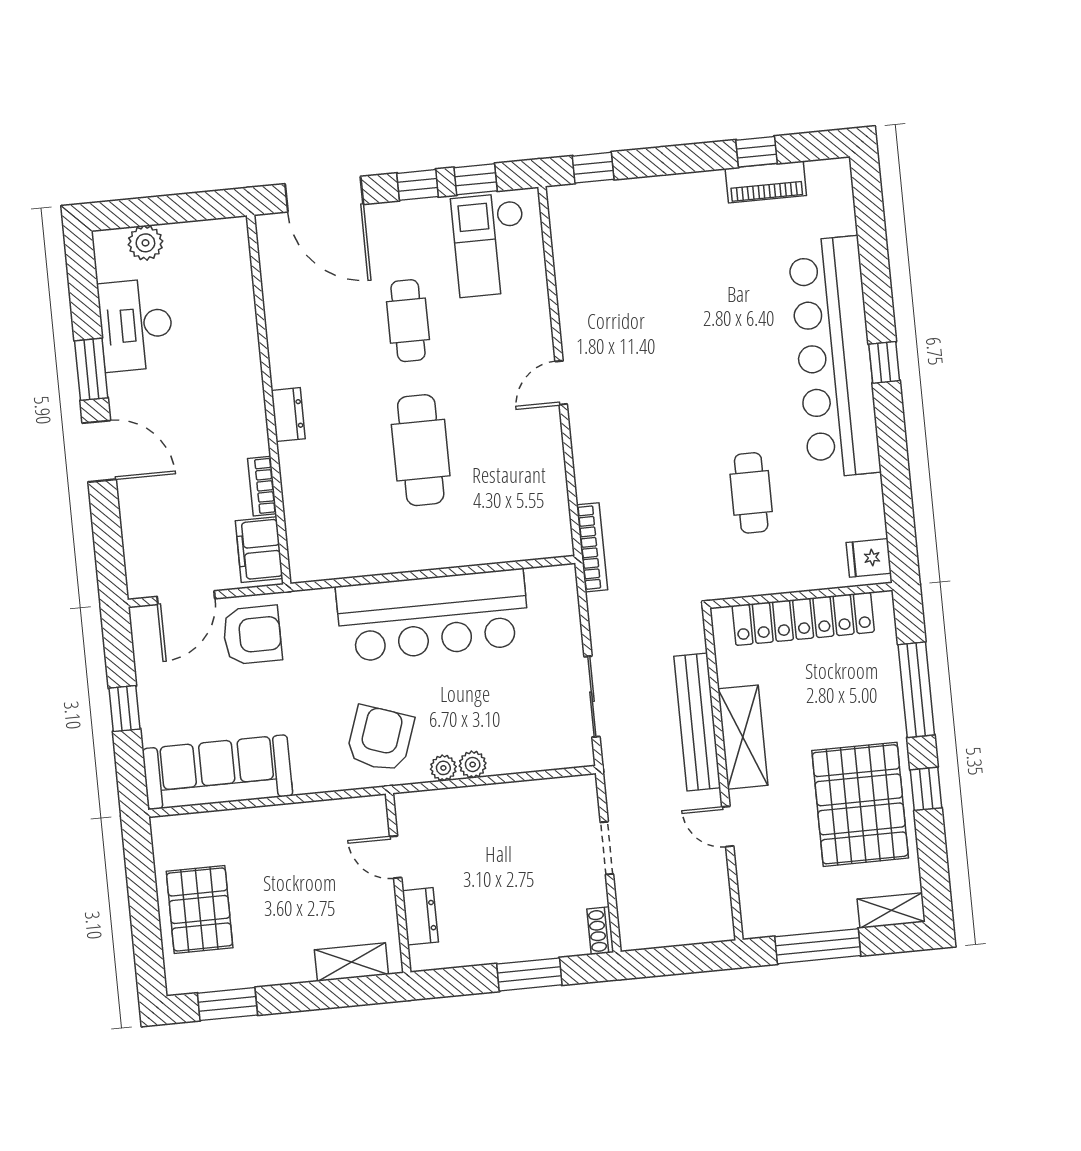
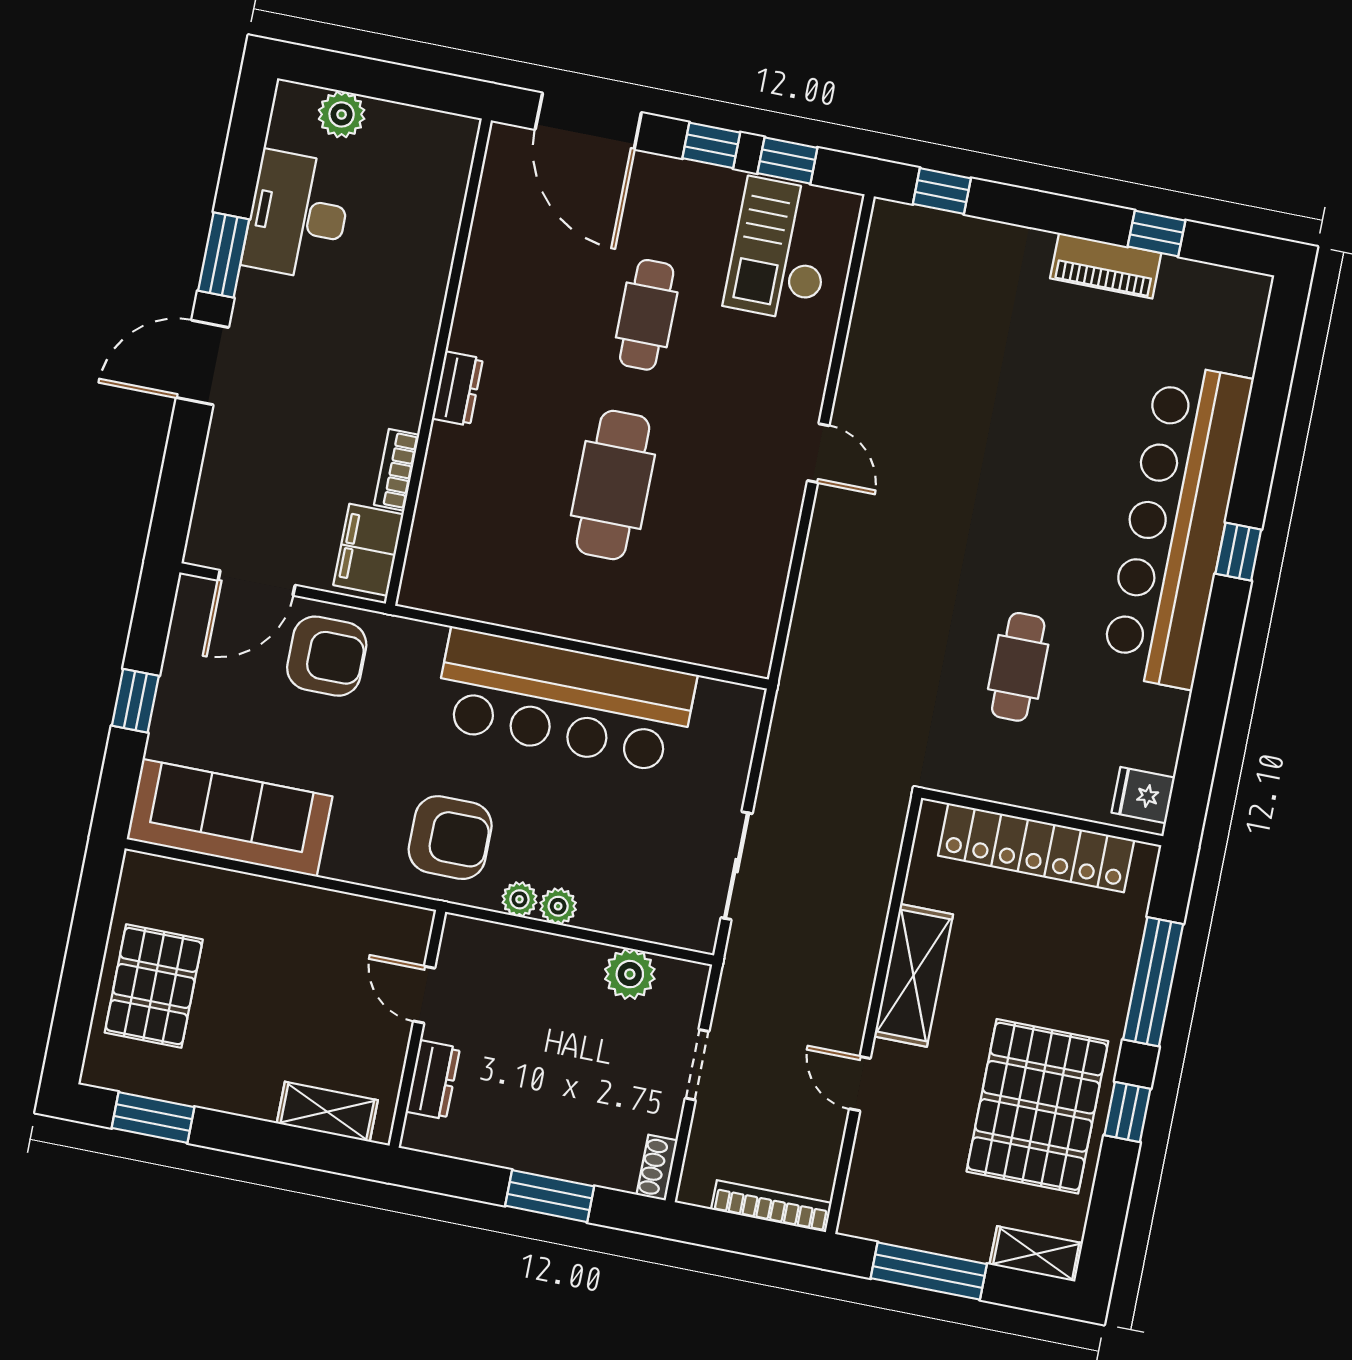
piano: (766, 182) -> (1106, 266), moved
door: (561, 383) -> (818, 453), swing flipped
door: (99, 451) -> (202, 362), swing flipped
bookcase: (592, 547) -> (771, 1206), moved, turned -90
bench: (697, 722) -> (861, 939), removed
armchair: (380, 739) -> (450, 838), turned 71
plant: (539, 798) -> (630, 974), added

